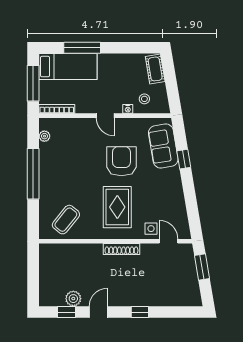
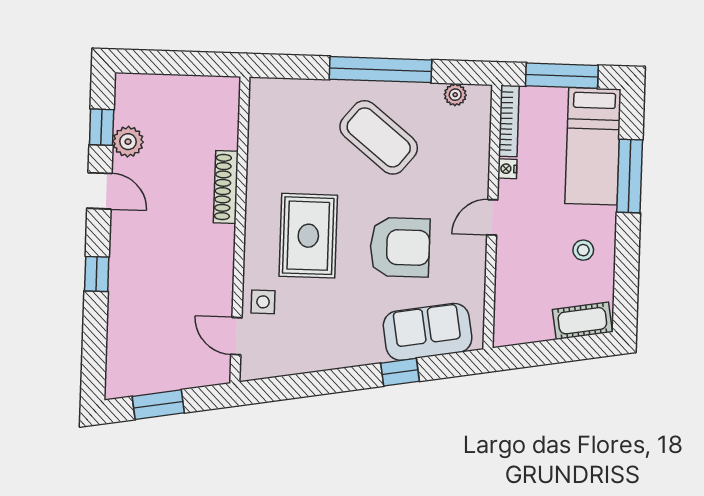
stool: (144, 99) -> (583, 250), moved
nightstand: (128, 109) -> (507, 169), moved
rug: (117, 207) -> (308, 236), turned 90
coffee table: (66, 220) -> (379, 137), moved, width x1.36, depth x1.32
door: (169, 241) -> (236, 336), swing flipped
shoe rack: (121, 249) -> (226, 187), moved
window: (202, 267) -> (158, 405), moved

